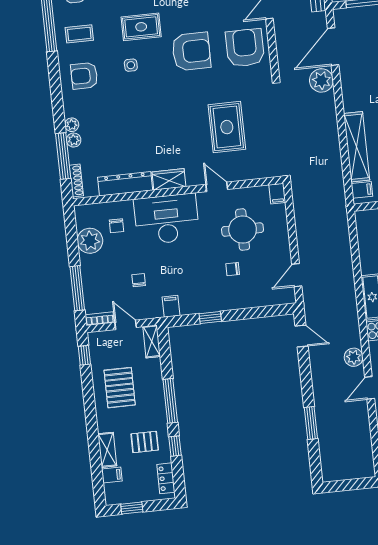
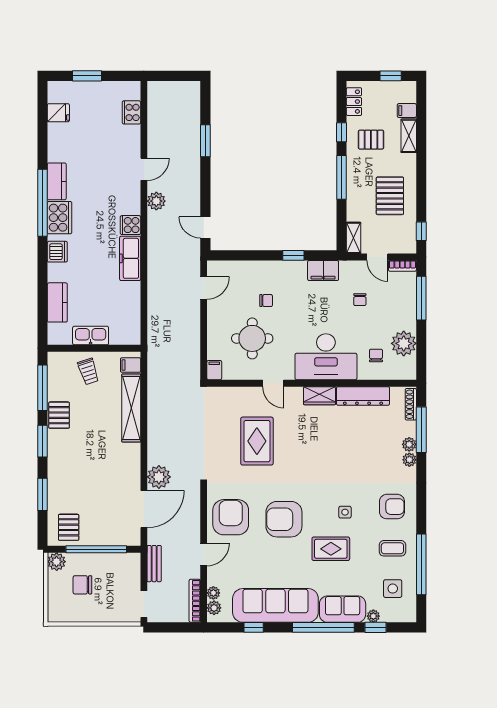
armchair: (245, 48) -> (231, 517), turned 180
filing cabinet: (171, 306) -> (323, 270), width x2.00

